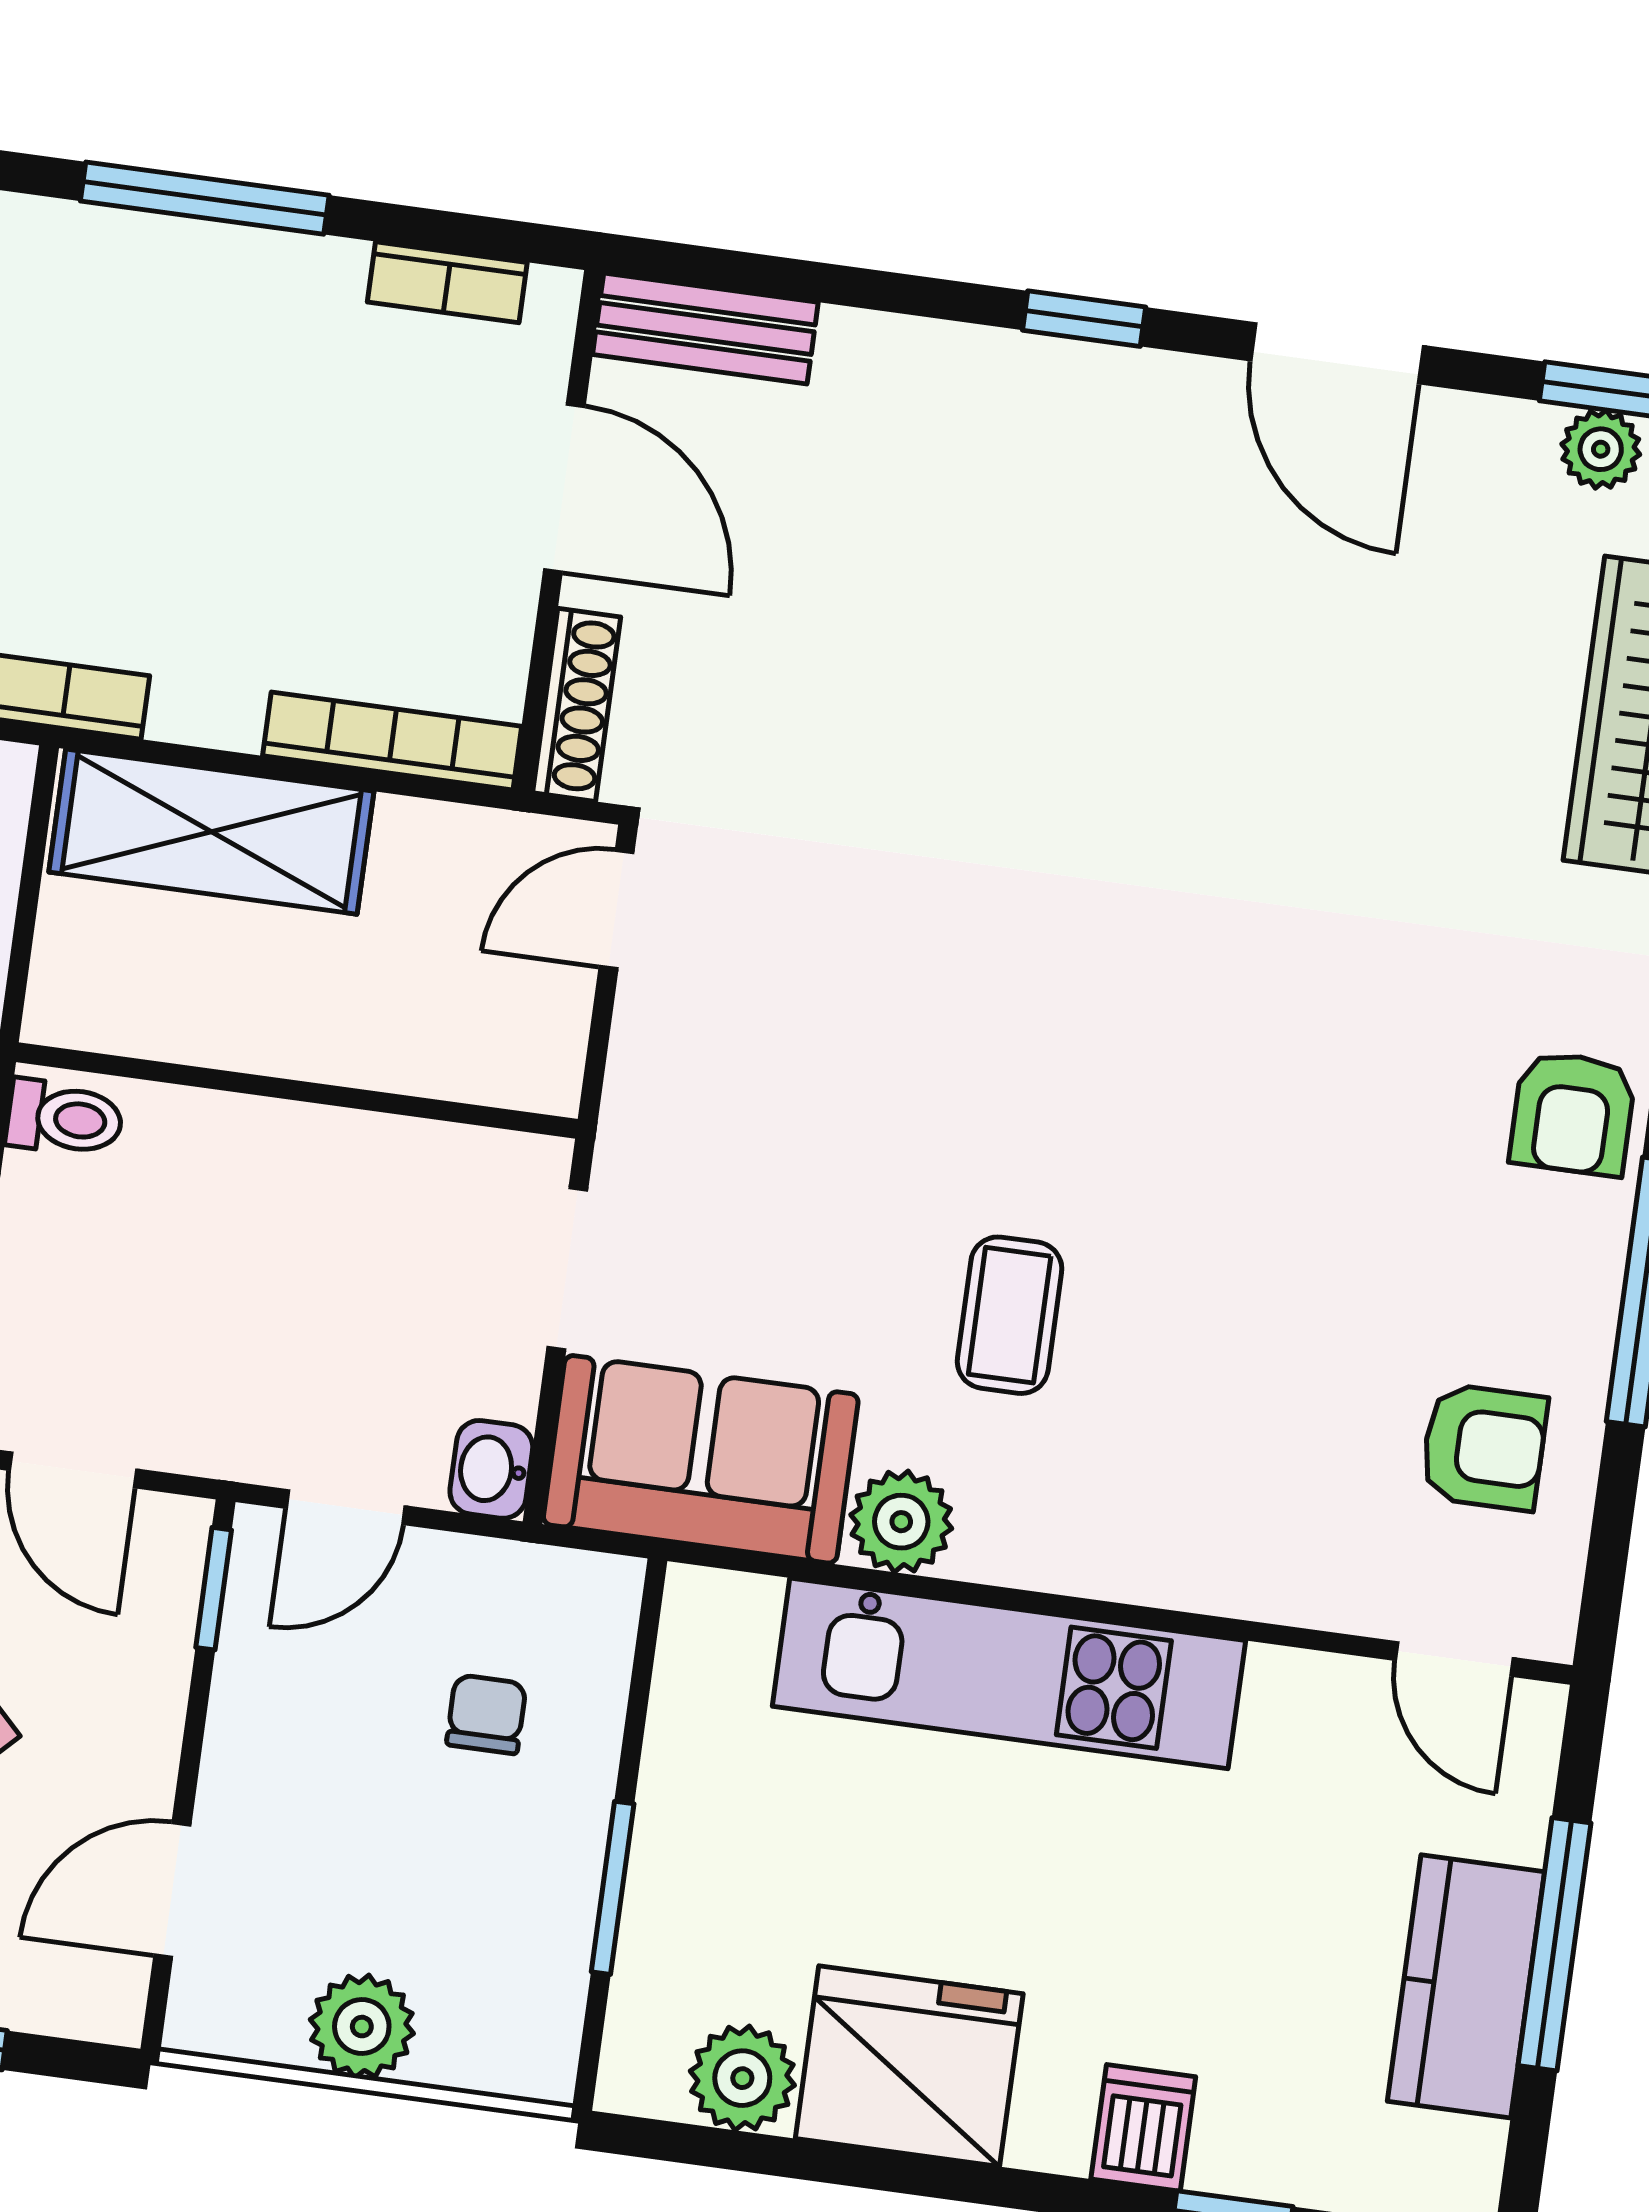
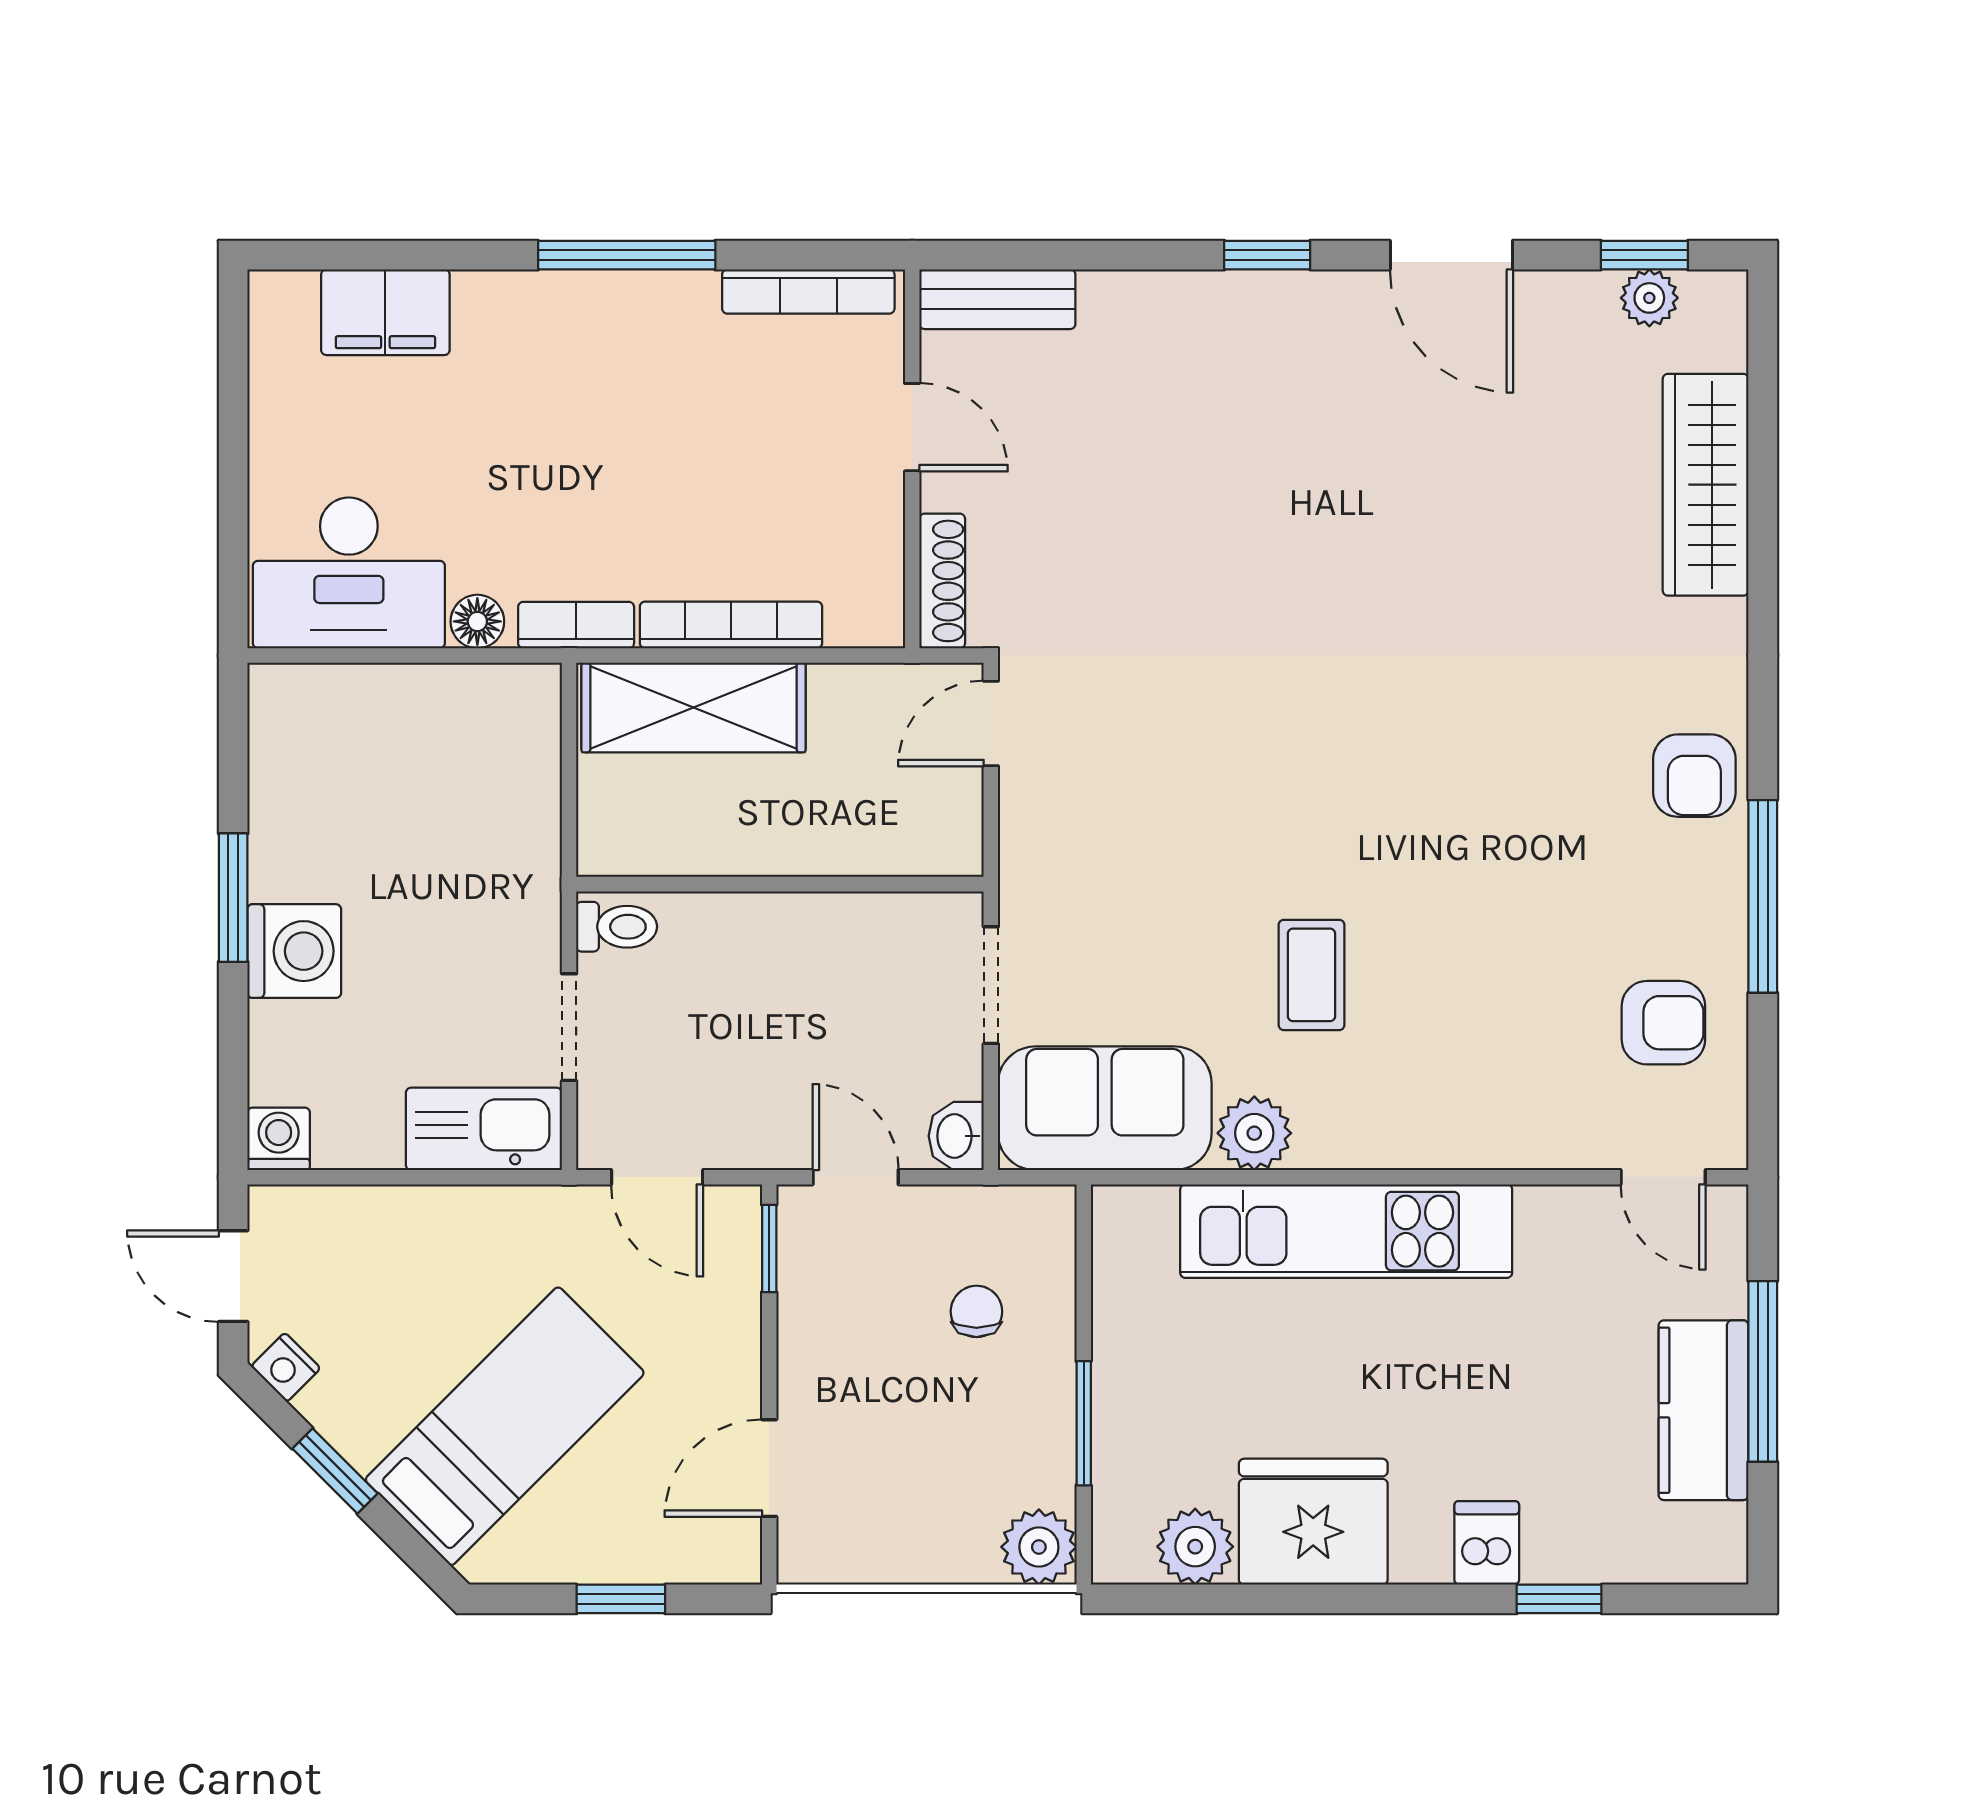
bookcase: (447, 282) -> (808, 291), width x1.56
door: (564, 488) -> (912, 427), width x0.73
bookcase: (392, 741) -> (731, 625), moved
door: (346, 1507) -> (856, 1177), swing flipped
plant: (362, 2027) -> (1039, 1547), moved

